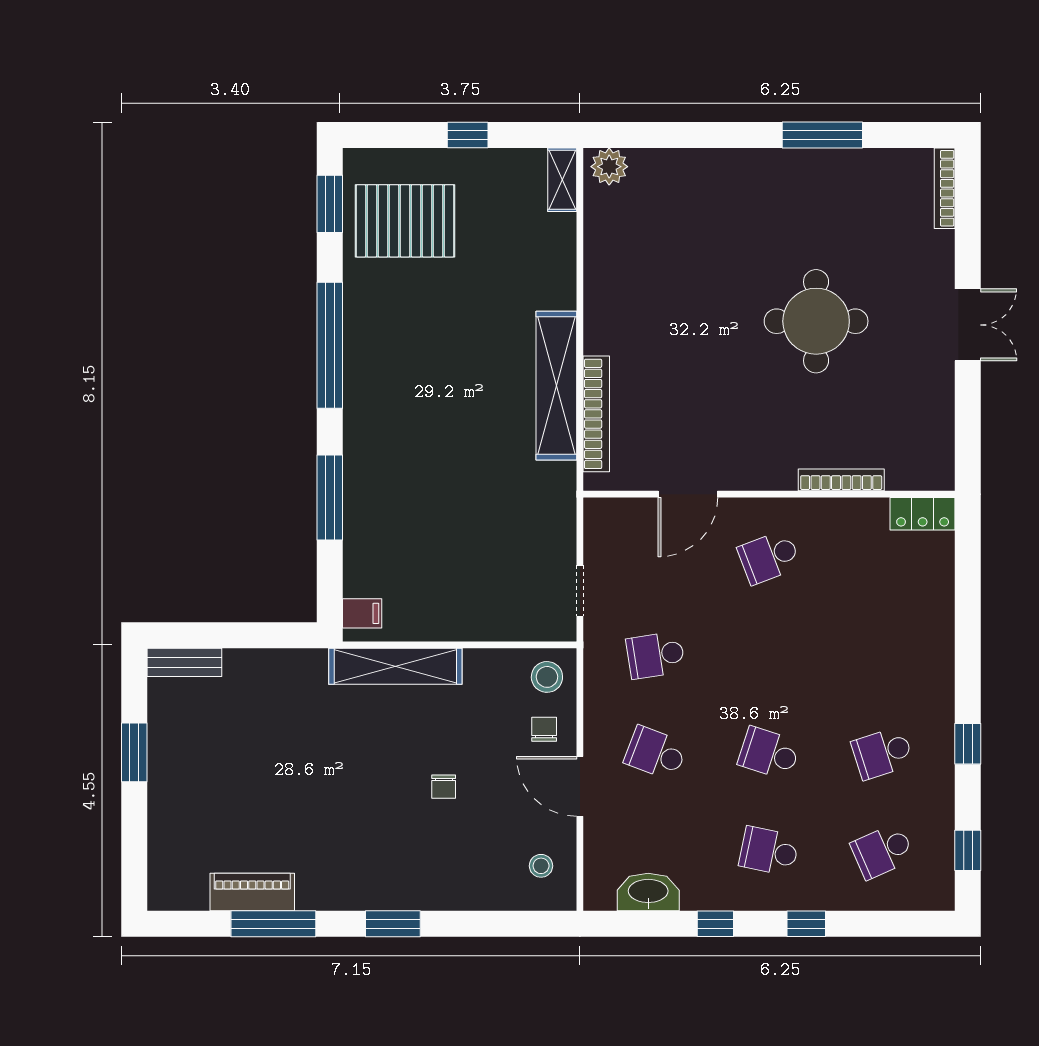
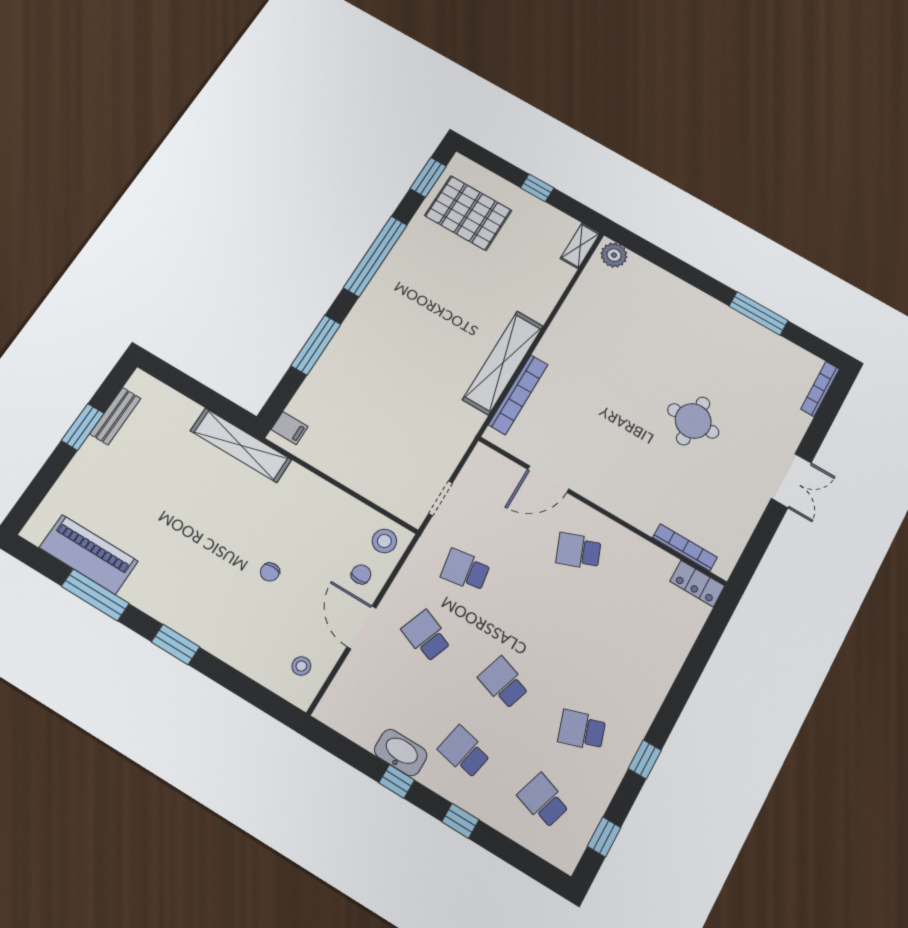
round table: (816, 321) -> (693, 421), width x0.73, depth x0.73
bookcase: (841, 480) -> (685, 547), moved
bench: (184, 662) -> (115, 416), moved, turned 90
shelving: (395, 666) -> (241, 445), moved
school desk: (882, 851) -> (543, 800), turned 42
piano: (252, 892) -> (89, 554), width x1.37, depth x1.33
washbasin: (648, 892) -> (401, 753), moved

